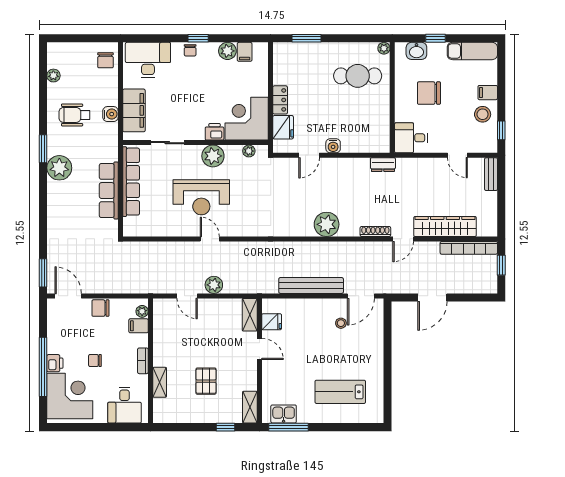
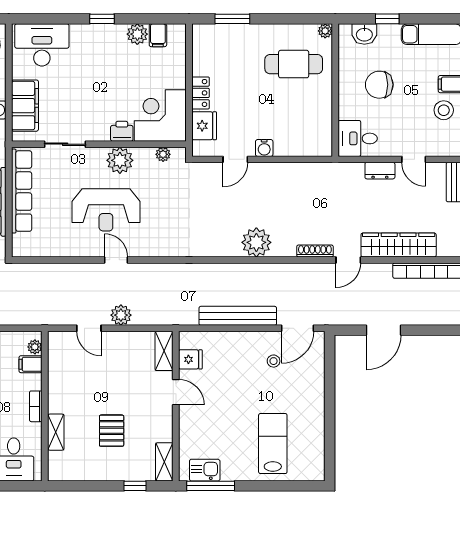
chair: (190, 50) -> (92, 33), removed
dresser: (383, 165) -> (380, 171), moved
lab bench: (340, 392) -> (273, 444), turned 90

